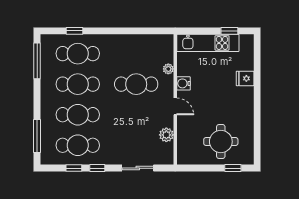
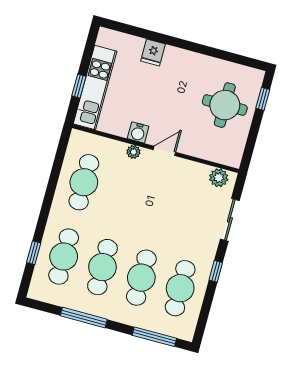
window: (229, 31) -> (79, 86), moved
window: (37, 61) -> (84, 318), moved
plant: (168, 69) -> (133, 152), moved
cafe table: (136, 84) -> (84, 182), moved
plant: (166, 135) -> (219, 178), moved
window: (74, 168) -> (208, 301), removed

